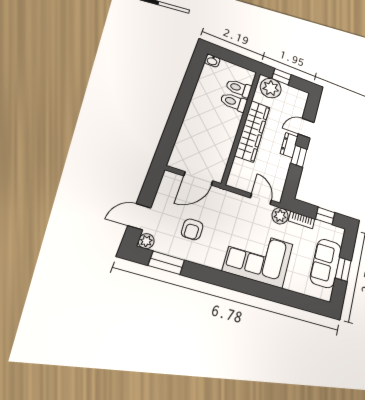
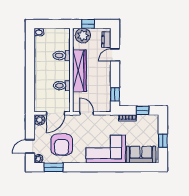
toilet: (239, 88) -> (62, 86), moved
dresser: (289, 145) -> (106, 40), moved
window: (299, 156) -> (115, 94), moved
door: (261, 199) -> (87, 113), moved
plant: (280, 216) -> (39, 120), moved
armchair: (192, 229) -> (62, 145), width x1.88, depth x1.88
sofa: (326, 263) -> (141, 155), moved, turned 90

